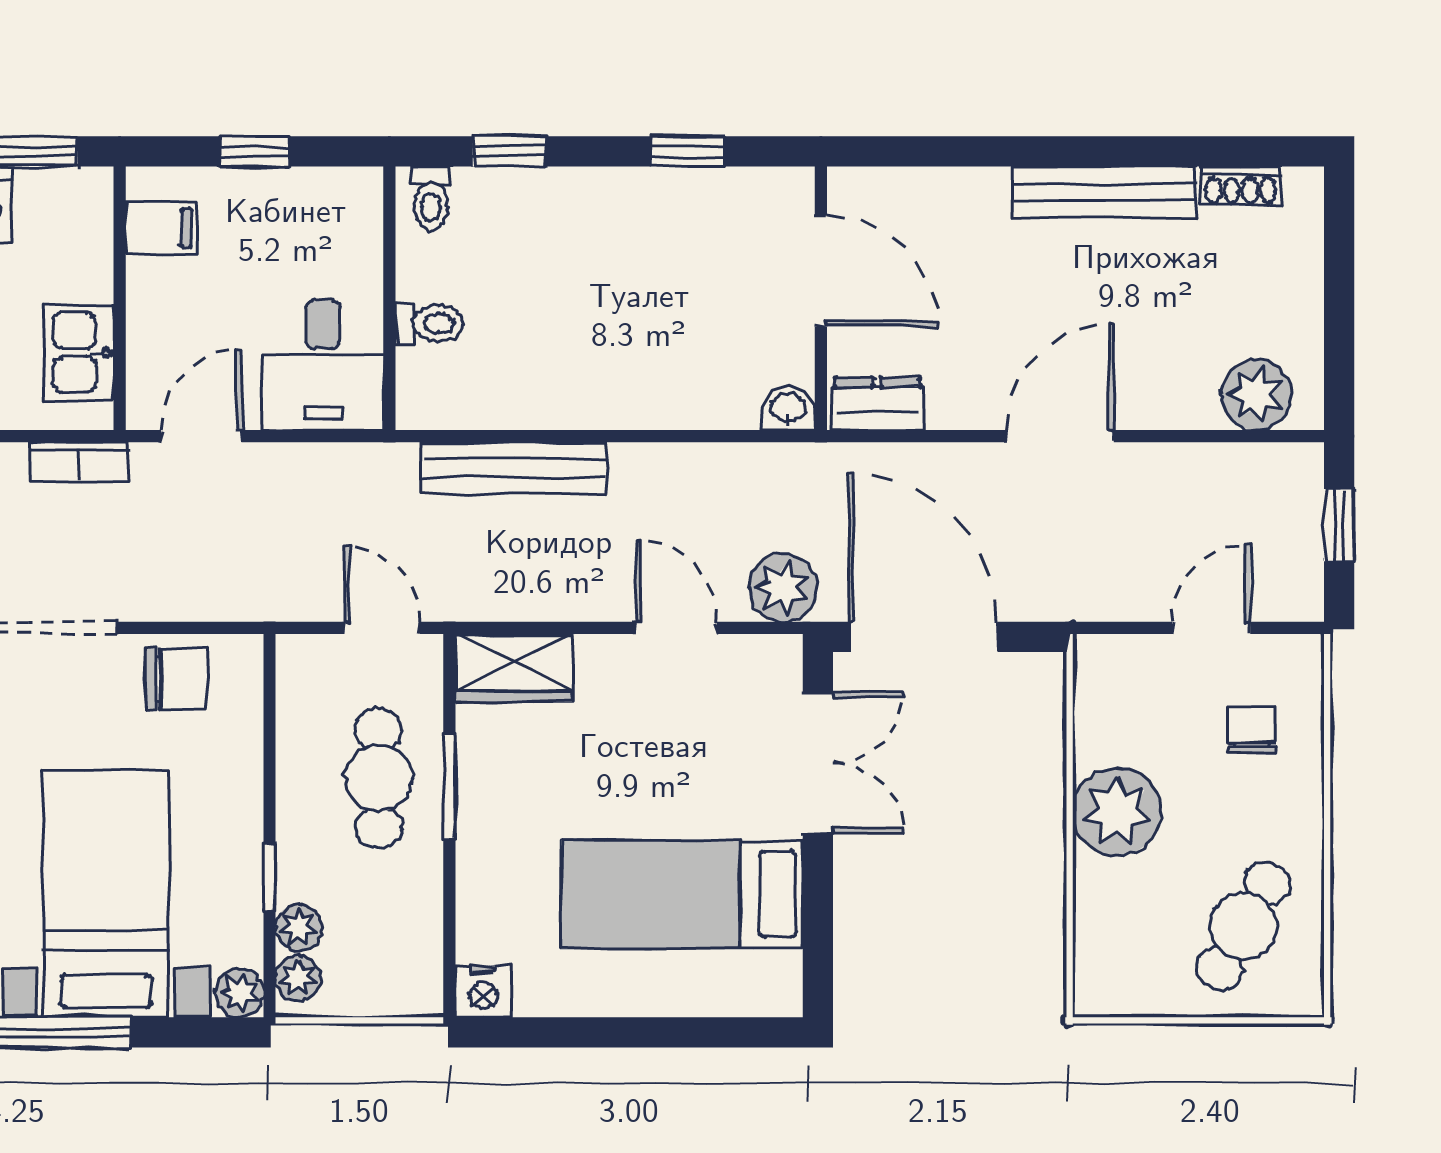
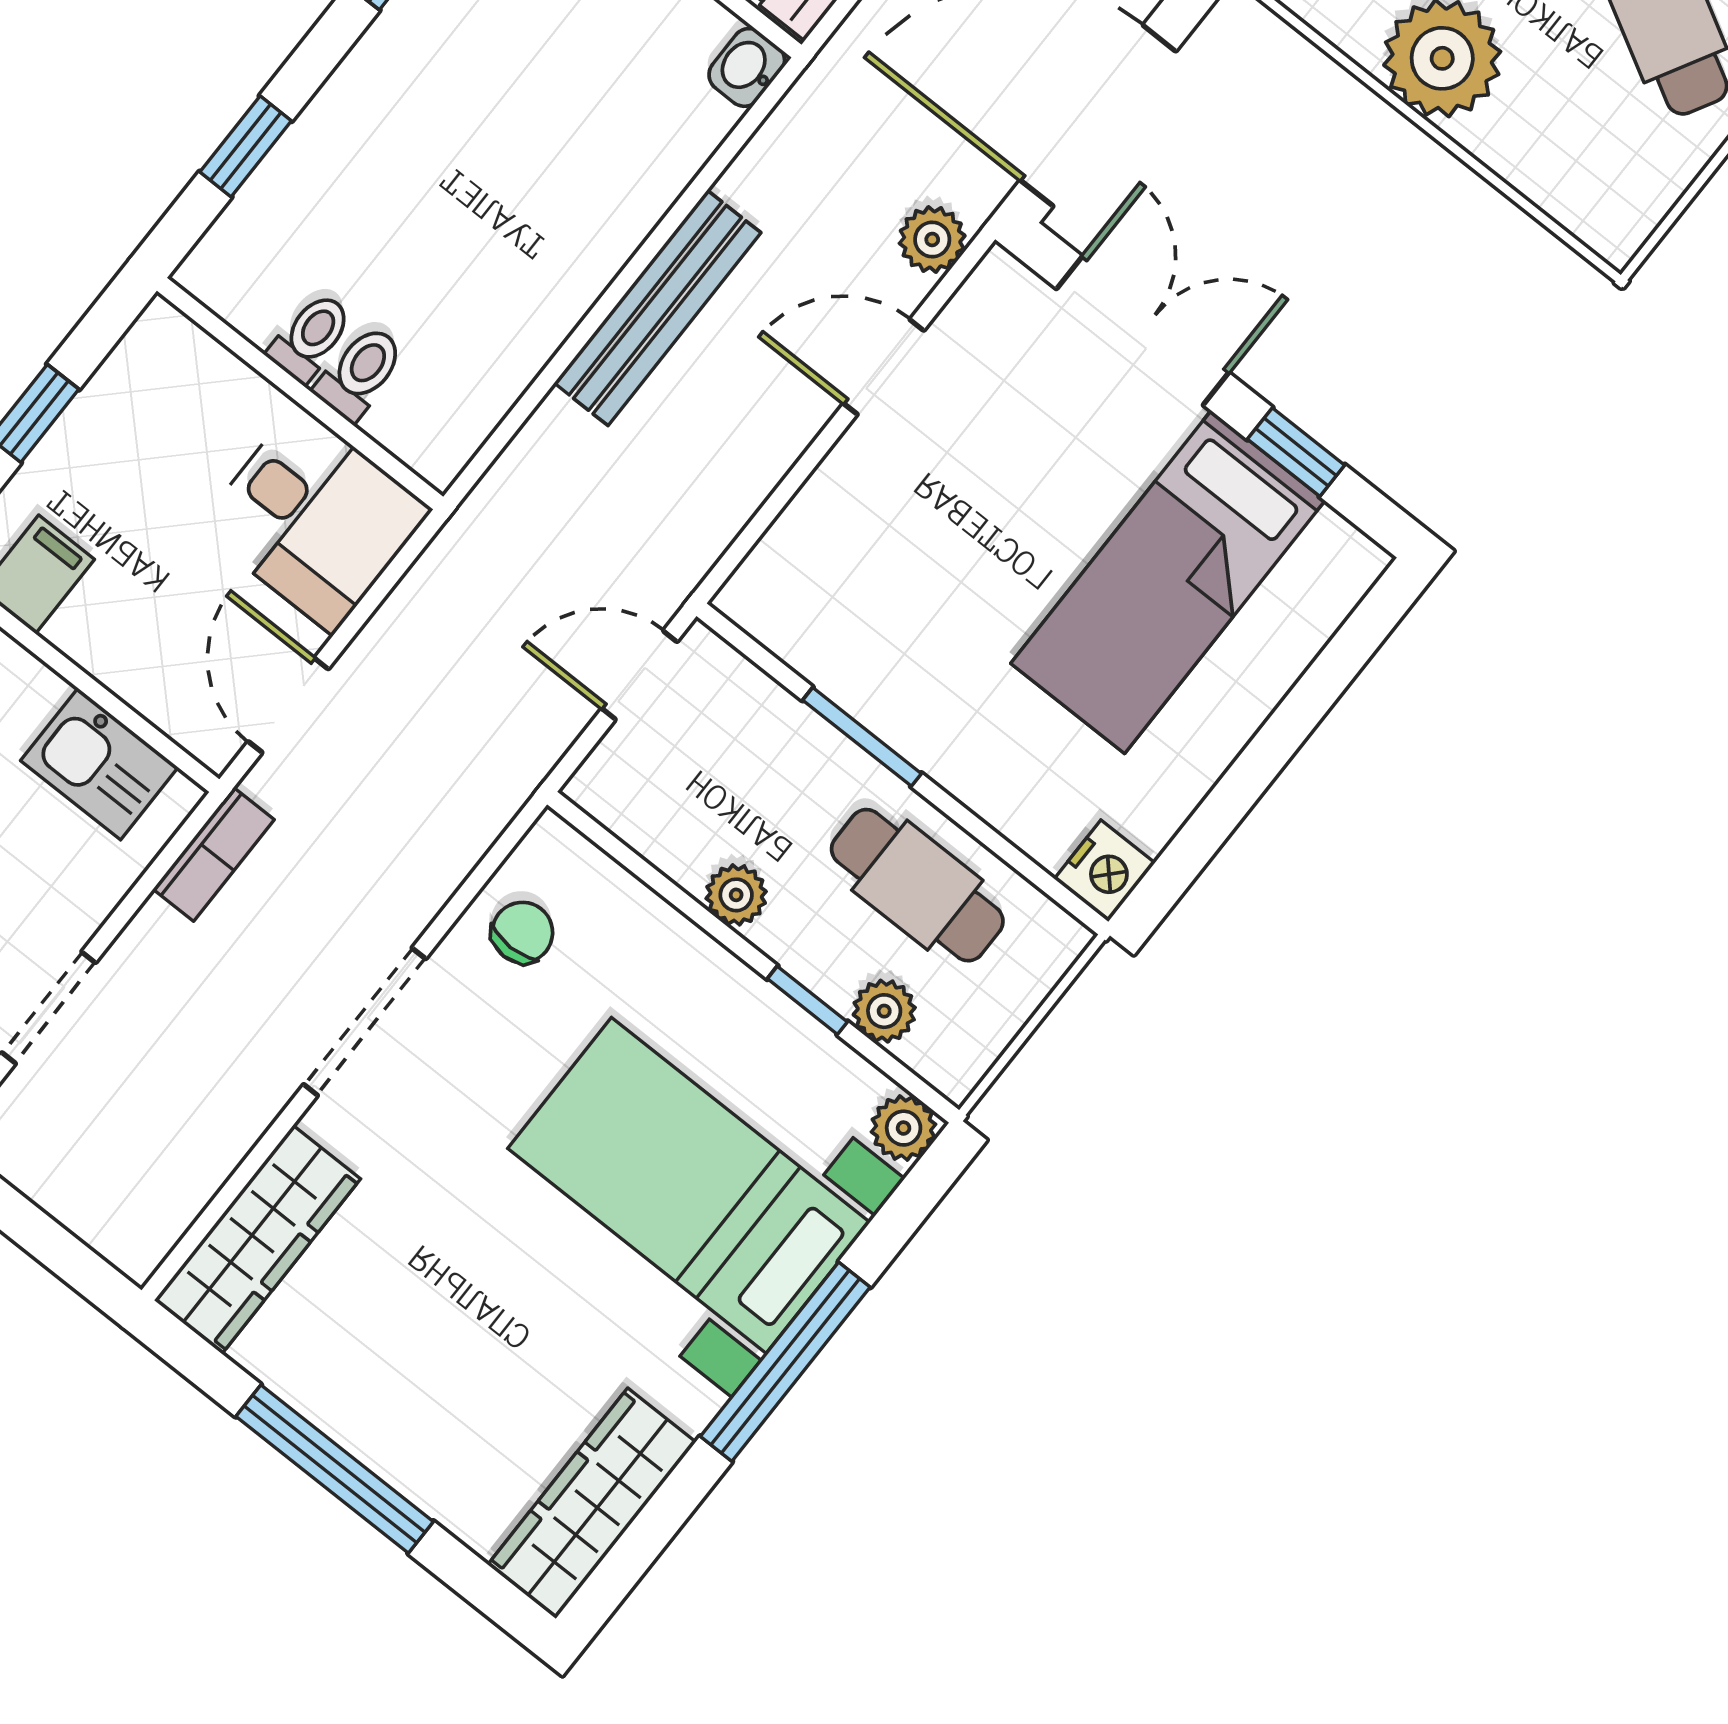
toilet: (431, 198) -> (311, 337), moved, turned -90
bench: (514, 468) -> (658, 308), moved
plant: (783, 588) -> (932, 240), width x0.73, depth x0.73
wardrobe: (514, 668) -> (790, 570), removed
chair: (177, 679) -> (522, 932), width x0.73, depth x0.73
cafe table: (379, 778) -> (917, 885), moved
window: (818, 909) -> (1296, 452), added
plant: (298, 978) -> (736, 895), moved

